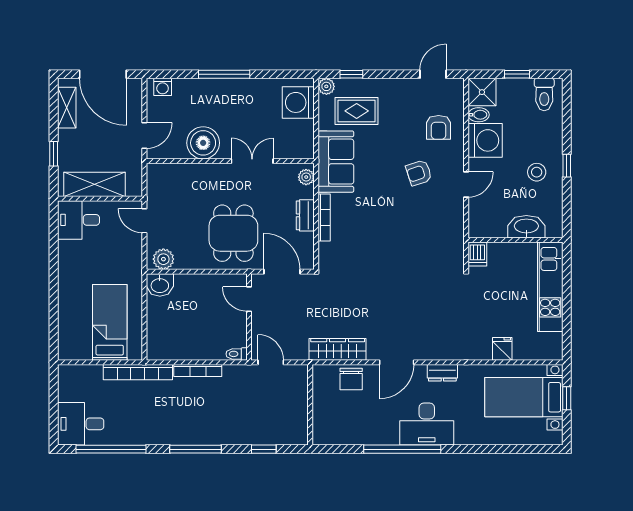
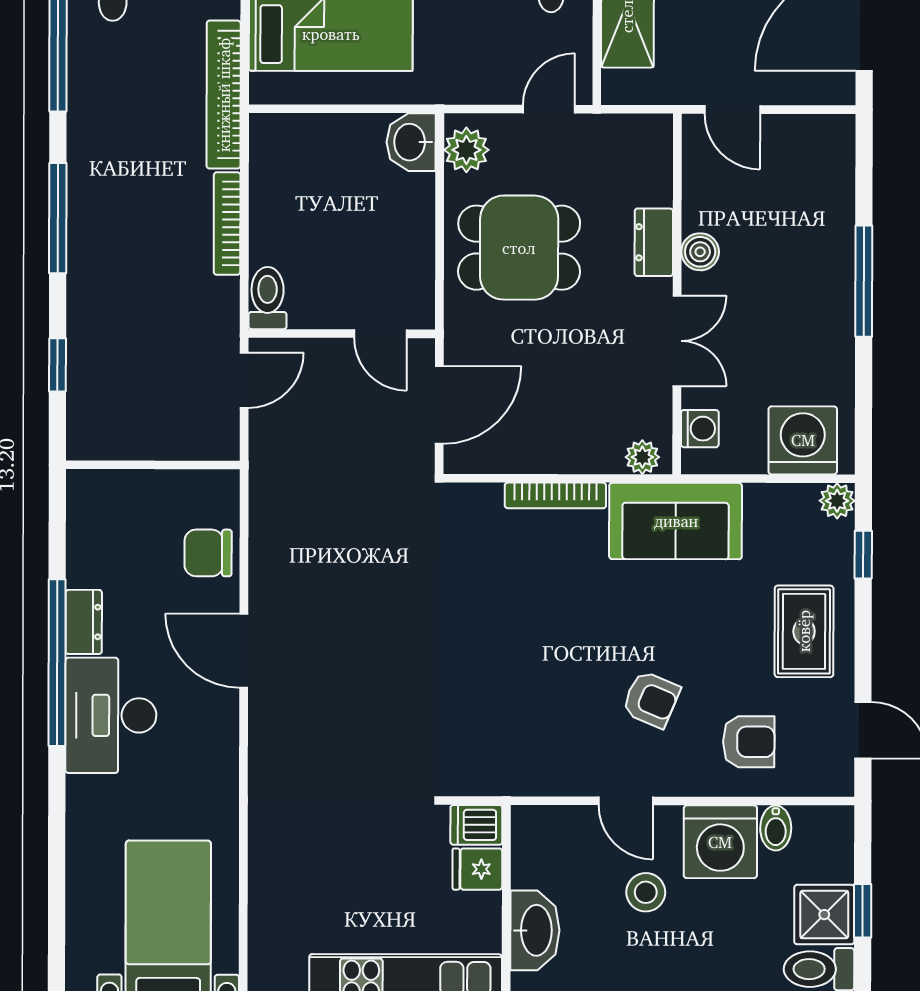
washing machine: (163, 87) -> (700, 429), moved, turned 180
shower: (482, 92) -> (824, 915), moved
rug: (357, 111) -> (804, 631), moved
armchair: (439, 127) -> (749, 742), turned 180
boiler: (203, 143) -> (700, 252), width x0.54, depth x0.54
stool: (537, 172) -> (646, 892), moved
armchair: (419, 173) -> (651, 699), turned 131
dresser: (305, 215) -> (654, 242), moved, turned -90
dining table: (233, 233) -> (519, 248), moved
door: (249, 299) -> (380, 334), swing flipped
wardrobe: (338, 349) -> (272, 524), removed
fridge: (502, 349) -> (477, 869), moved, turned 180
toilet: (237, 354) -> (268, 298), width x1.37, depth x1.39
dresser: (442, 373) -> (84, 622), moved, turned 180

